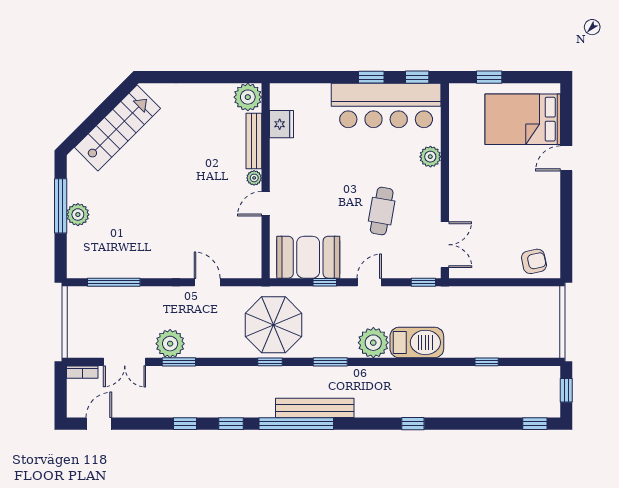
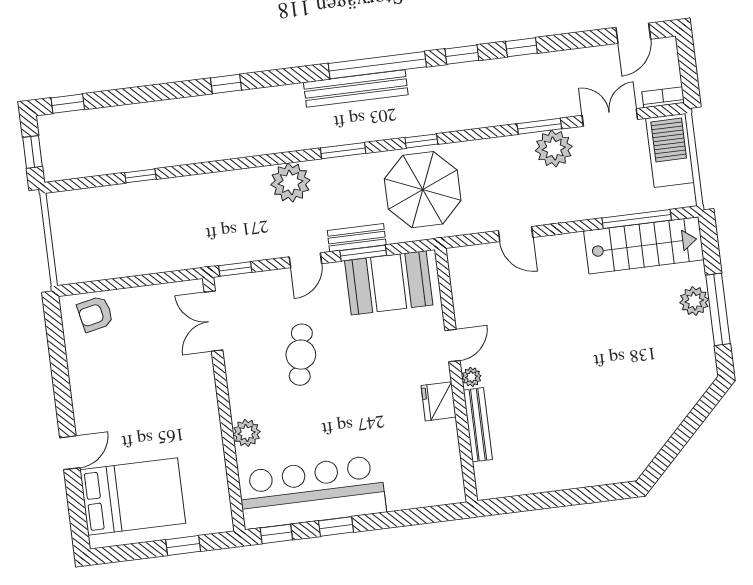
plant: (248, 97) -> (493, 481), removed
fridge: (281, 124) -> (439, 401), moved
stairs: (118, 128) -> (644, 245), moved, turned -135
window: (325, 282) -> (363, 253), width x1.50
bench: (328, 294) -> (357, 238), added
barbecue: (417, 342) -> (670, 150), moved, turned 90

